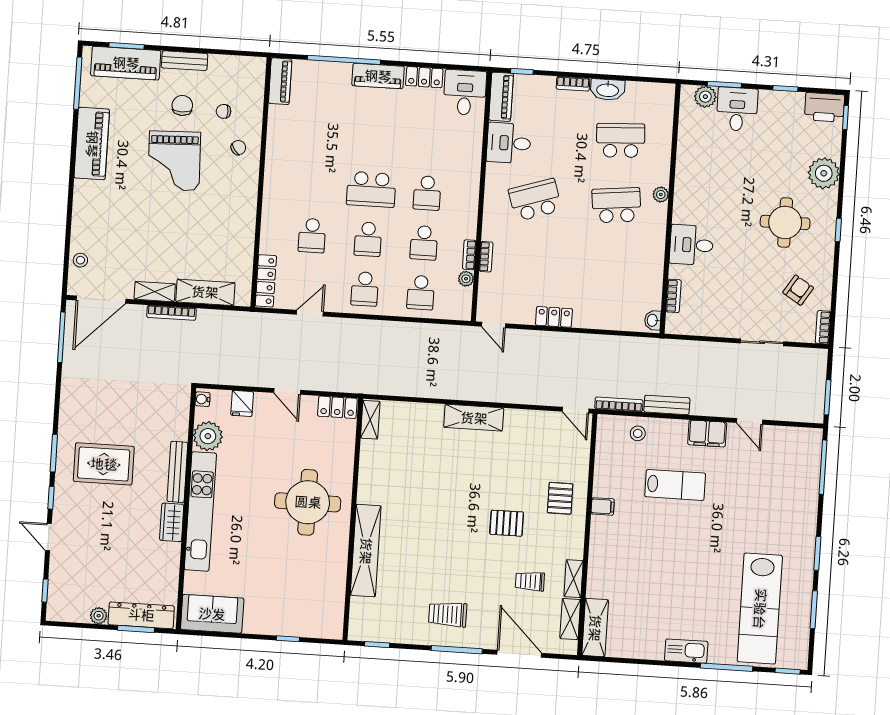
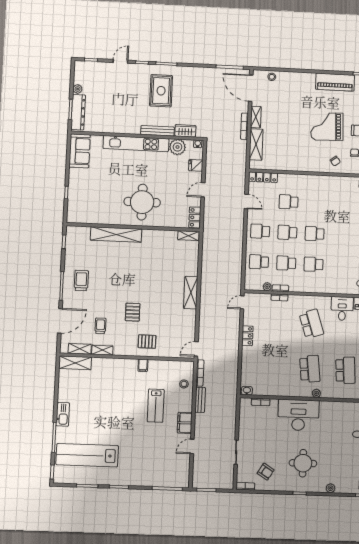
plant: (824, 173) -> (331, 488), width x0.53, depth x0.53
school desk: (371, 189) -> (315, 234), width x0.54
desk: (691, 245) -> (298, 415), width x1.87, depth x1.30
wardrobe: (172, 522) -> (185, 131), moved

